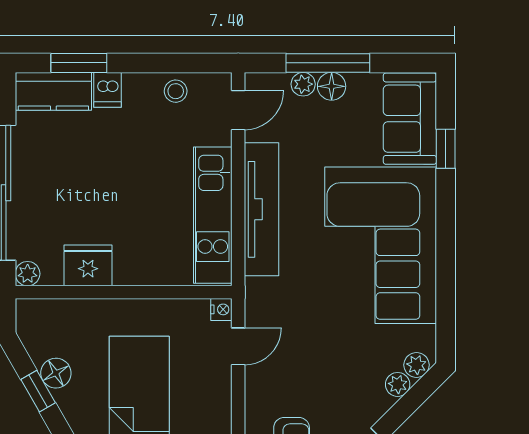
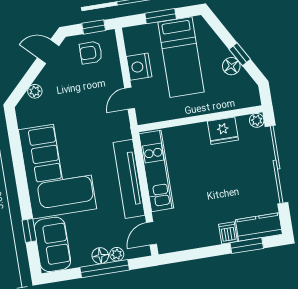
stool: (176, 91) -> (189, 238), removed
nightstand: (221, 309) -> (139, 67), moved, width x1.89, depth x1.79
plant: (416, 365) -> (26, 104), removed

